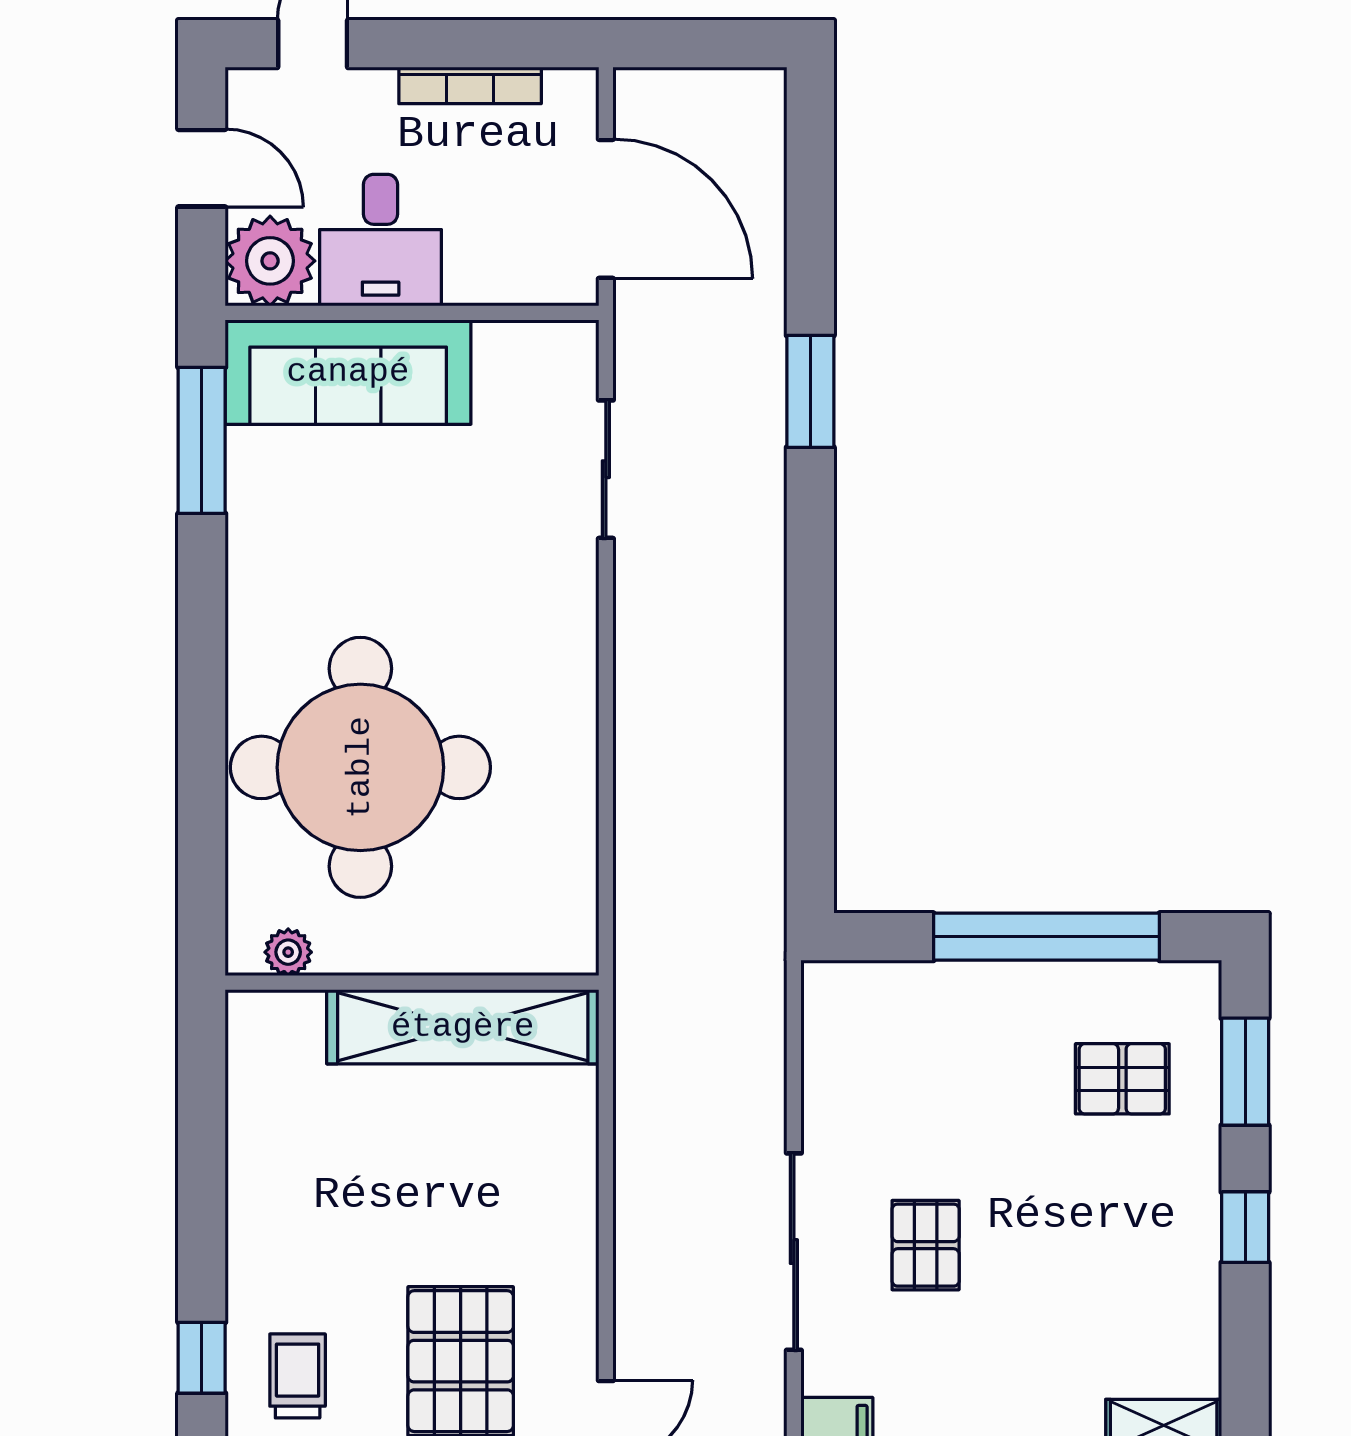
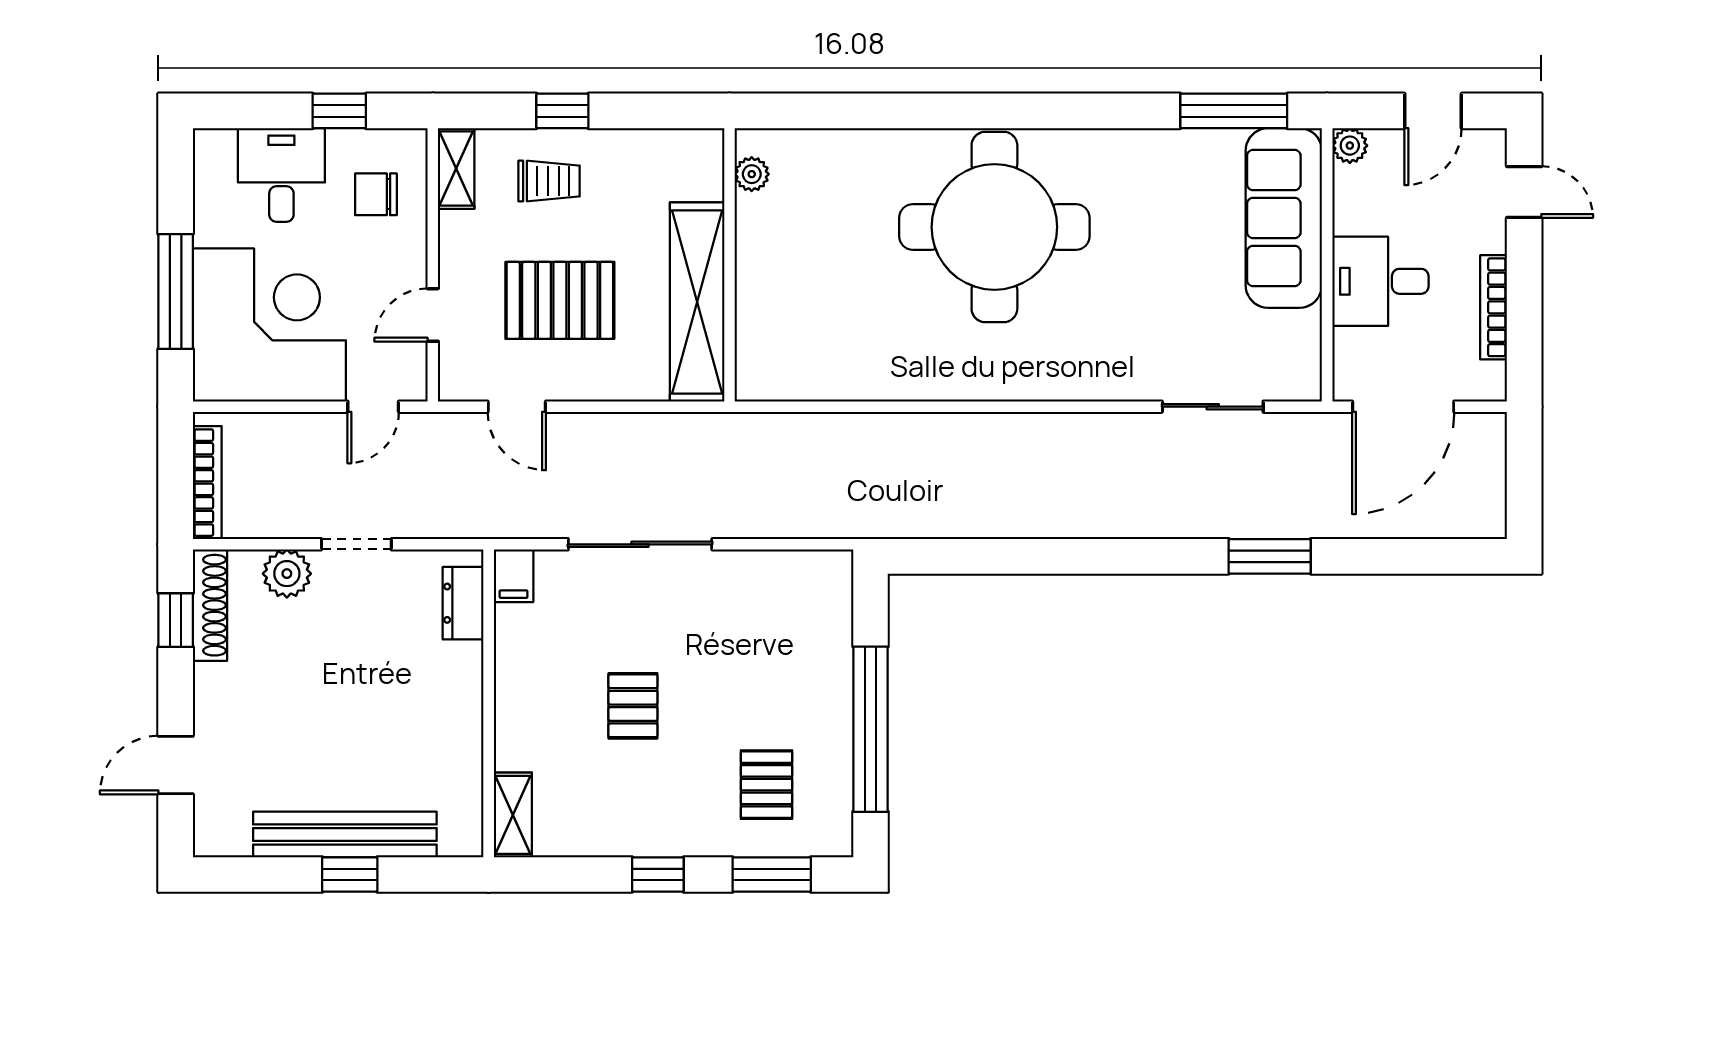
desk: (381, 240) -> (1380, 281), moved
plant: (270, 261) -> (1350, 146), width x0.53, depth x0.53
plant: (288, 952) -> (752, 174), moved
wall: (412, 983) -> (729, 265), moved
shelving: (463, 1027) -> (697, 302), moved
pallet: (926, 1245) -> (633, 706), moved, turned 90

